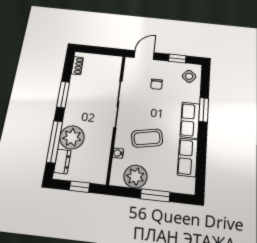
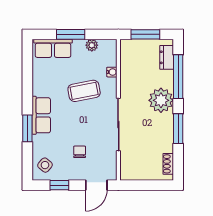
plant: (72, 137) -> (161, 100), moved
row of seats: (188, 157) -> (53, 48), moved, turned 90
plant: (135, 176) -> (92, 45), width x0.53, depth x0.53
window: (80, 187) -> (145, 34), width x1.50

